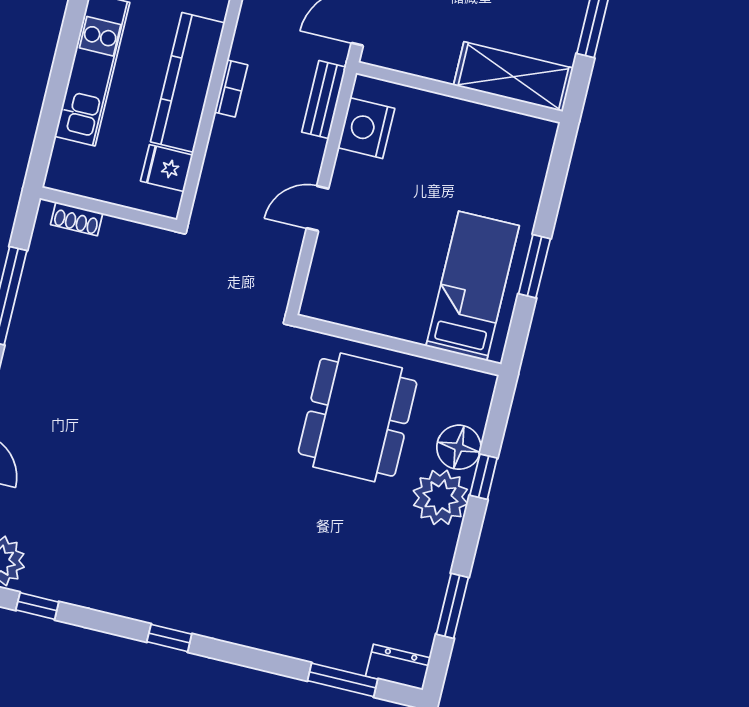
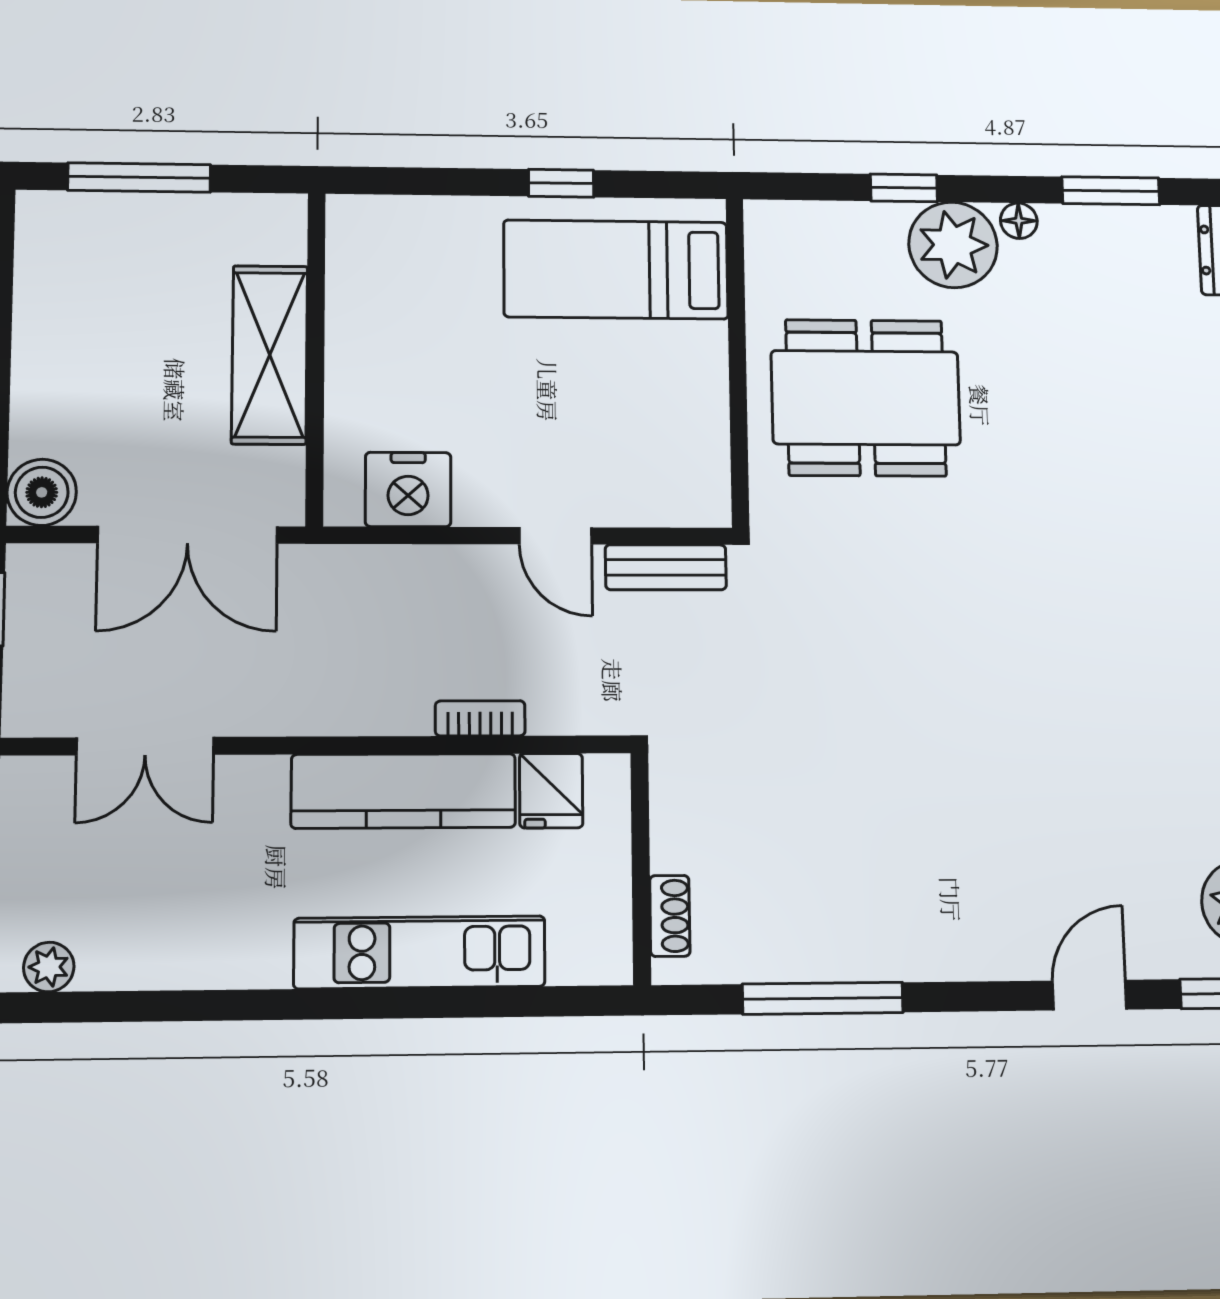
shelving: (513, 77) -> (270, 355), moved
bookcase: (231, 89) -> (480, 718), moved
bench: (324, 100) -> (666, 567), moved
window: (534, 266) -> (561, 183), width x0.67
floor lamp: (459, 447) -> (1019, 221), moved, width x0.53, depth x0.53

